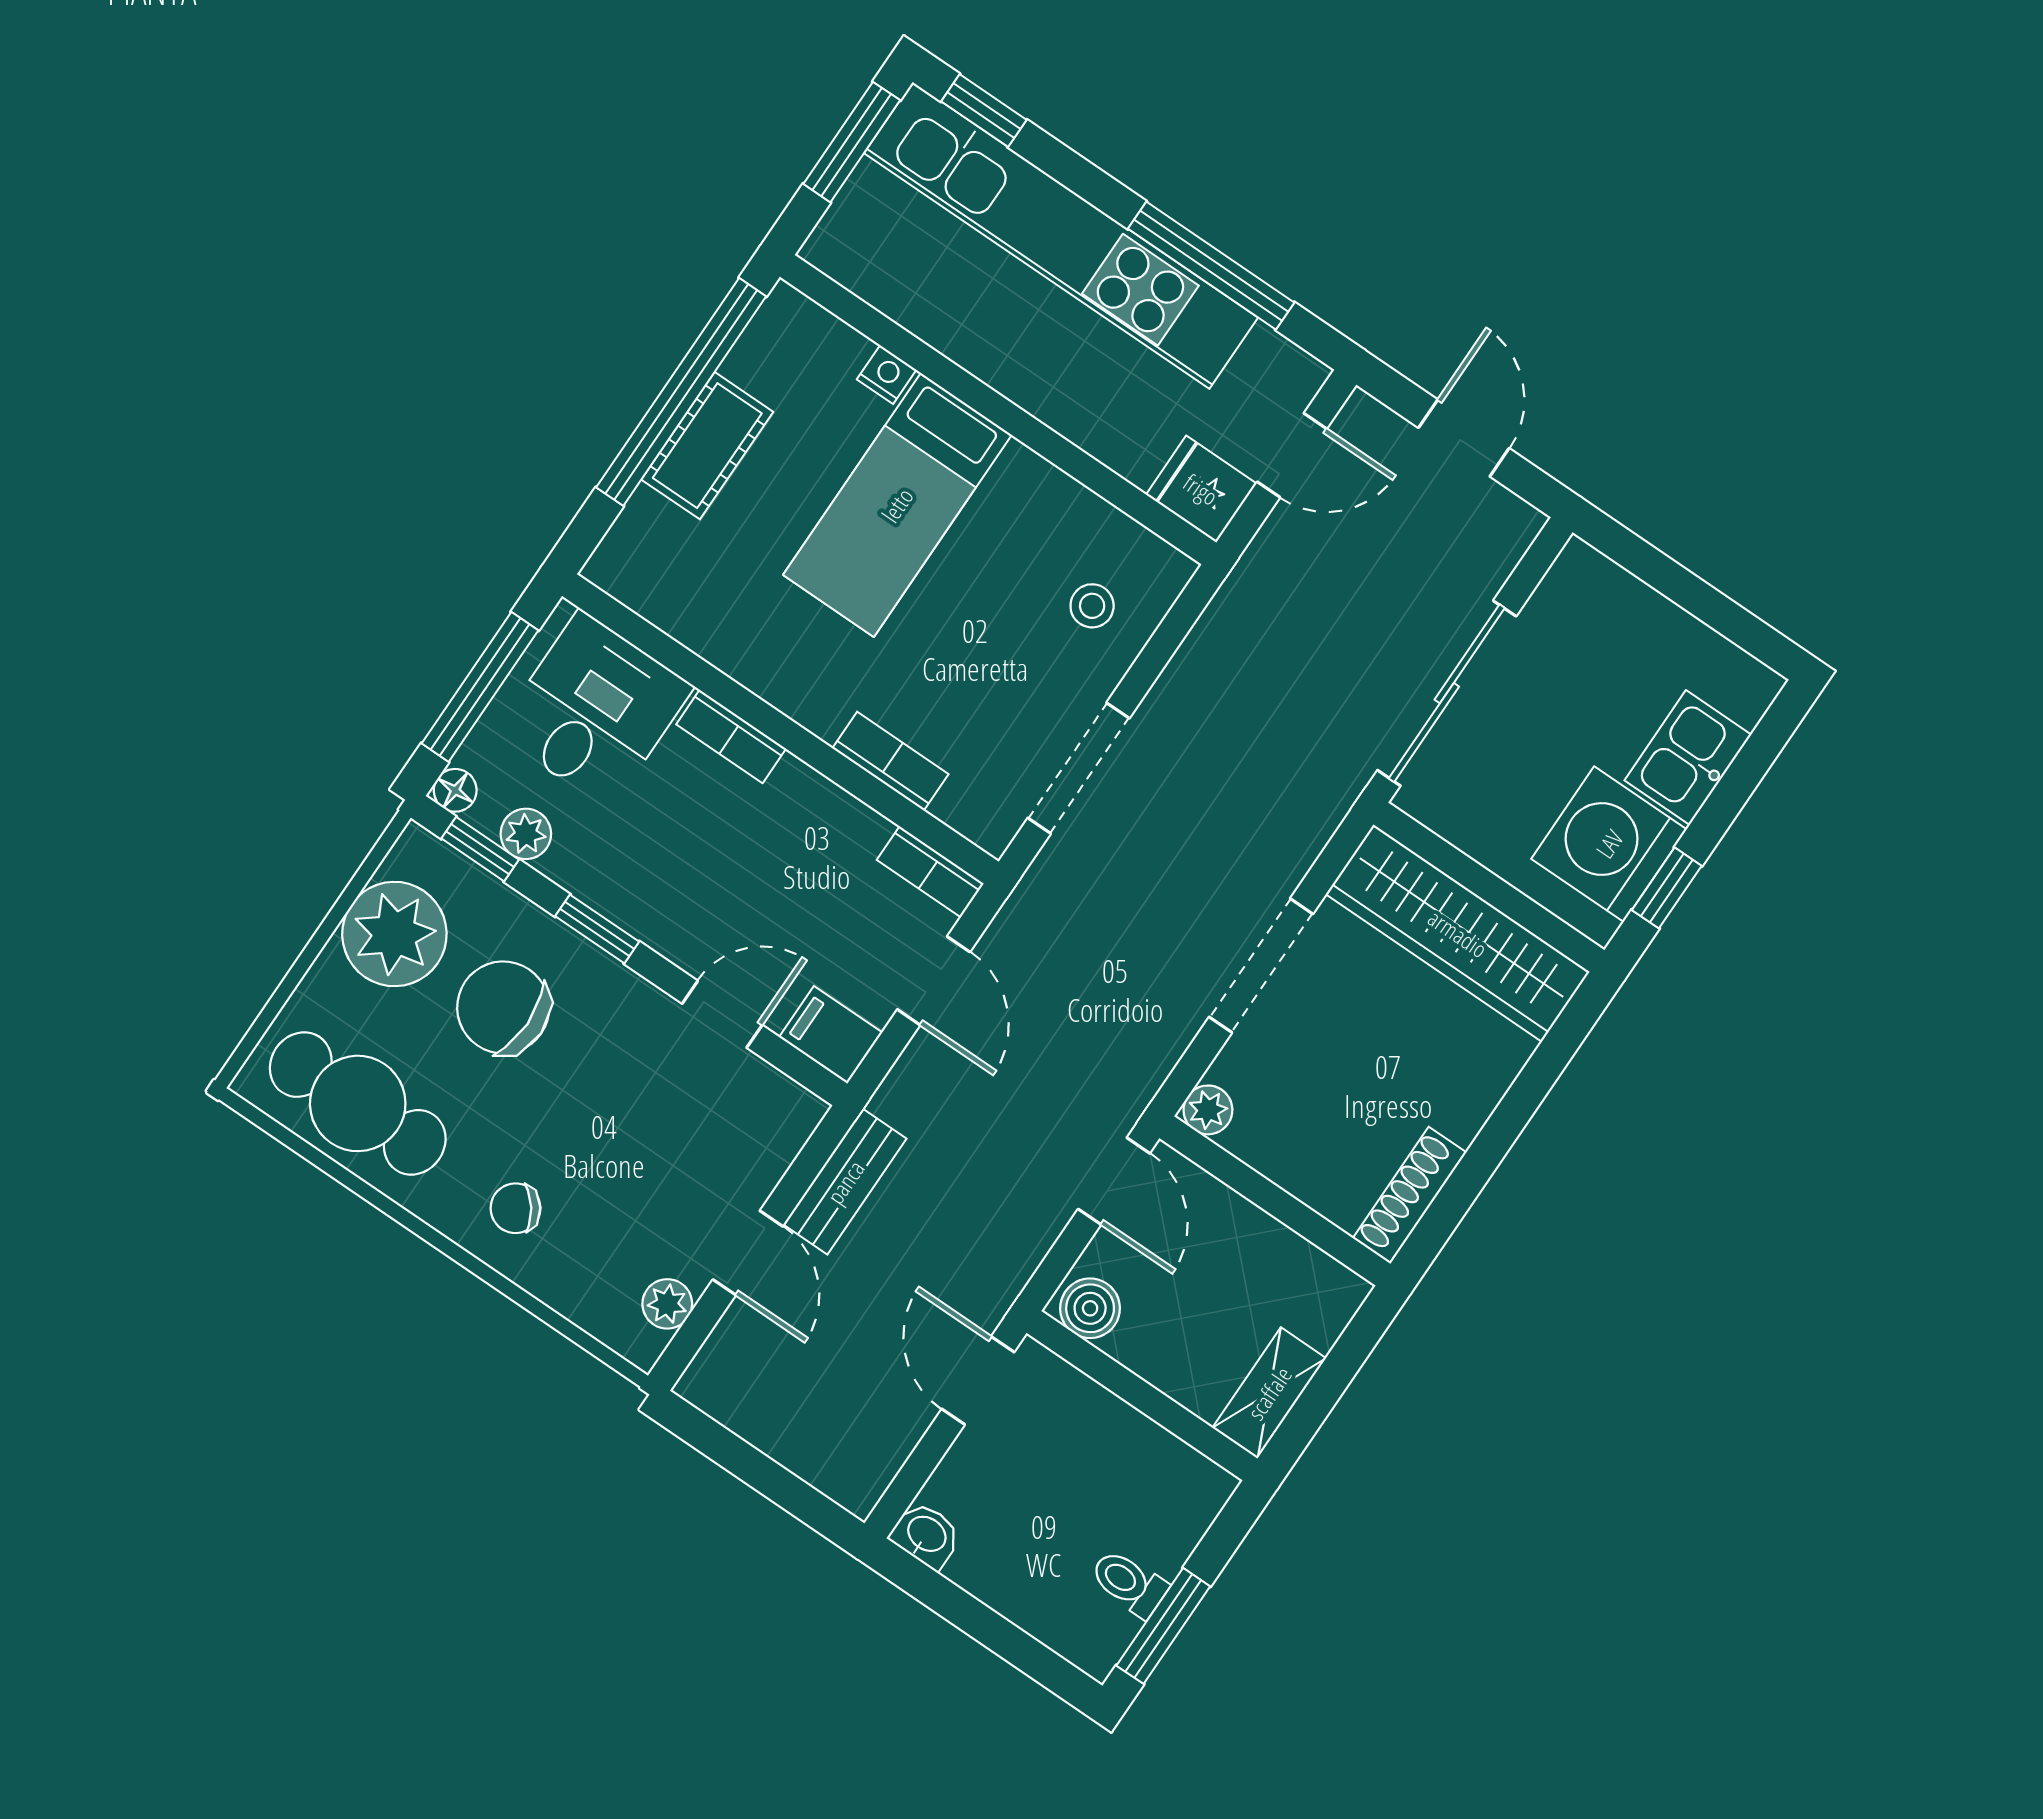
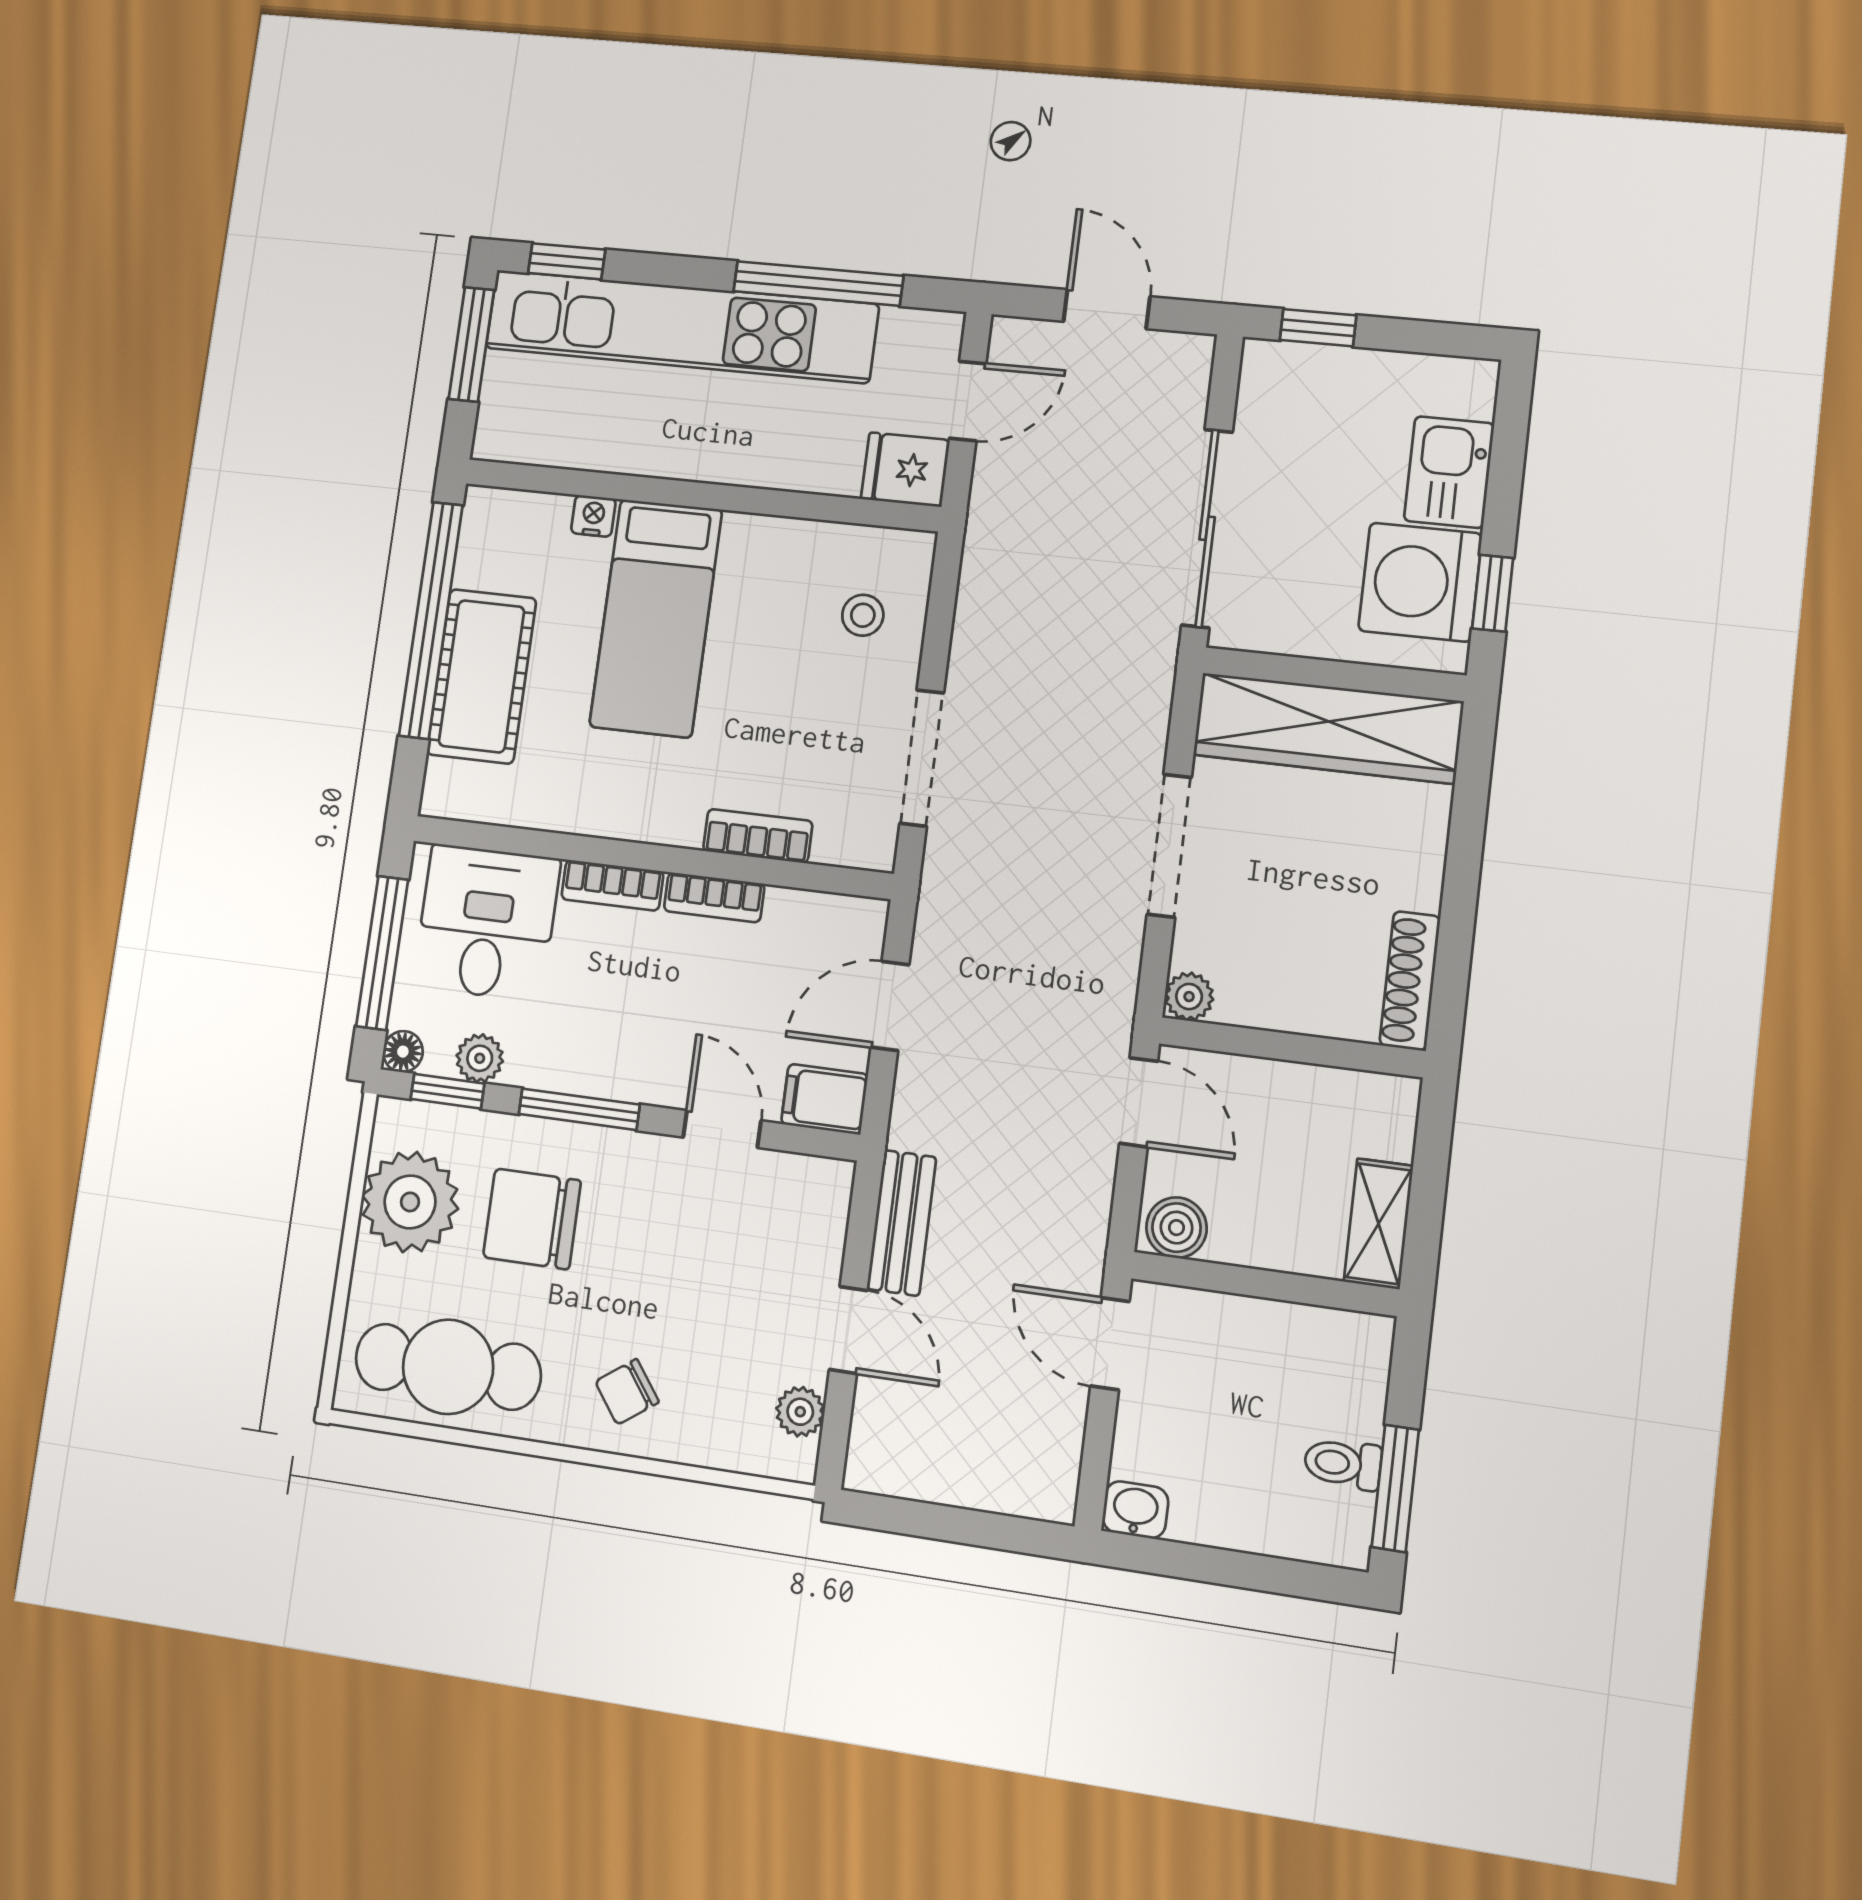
cot: (707, 446) -> (482, 676), width x1.37, depth x1.34
window: (1644, 561) -> (1318, 328), added
bookcase: (930, 872) -> (714, 897), moved
window: (597, 929) -> (579, 1109), width x1.50
door: (934, 981) -> (890, 1006), swing flipped
door: (722, 1014) -> (722, 1129), hinge flipped

